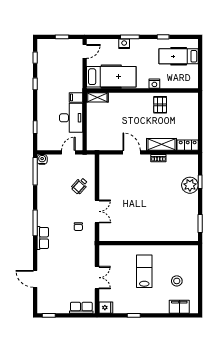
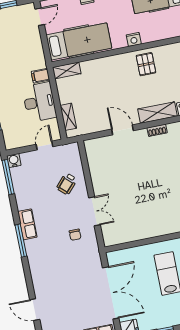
shelving: (91, 134) -> (68, 117), added
row of seats: (43, 238) -> (27, 224), moved
double door: (97, 278) -> (111, 293), width x1.87

